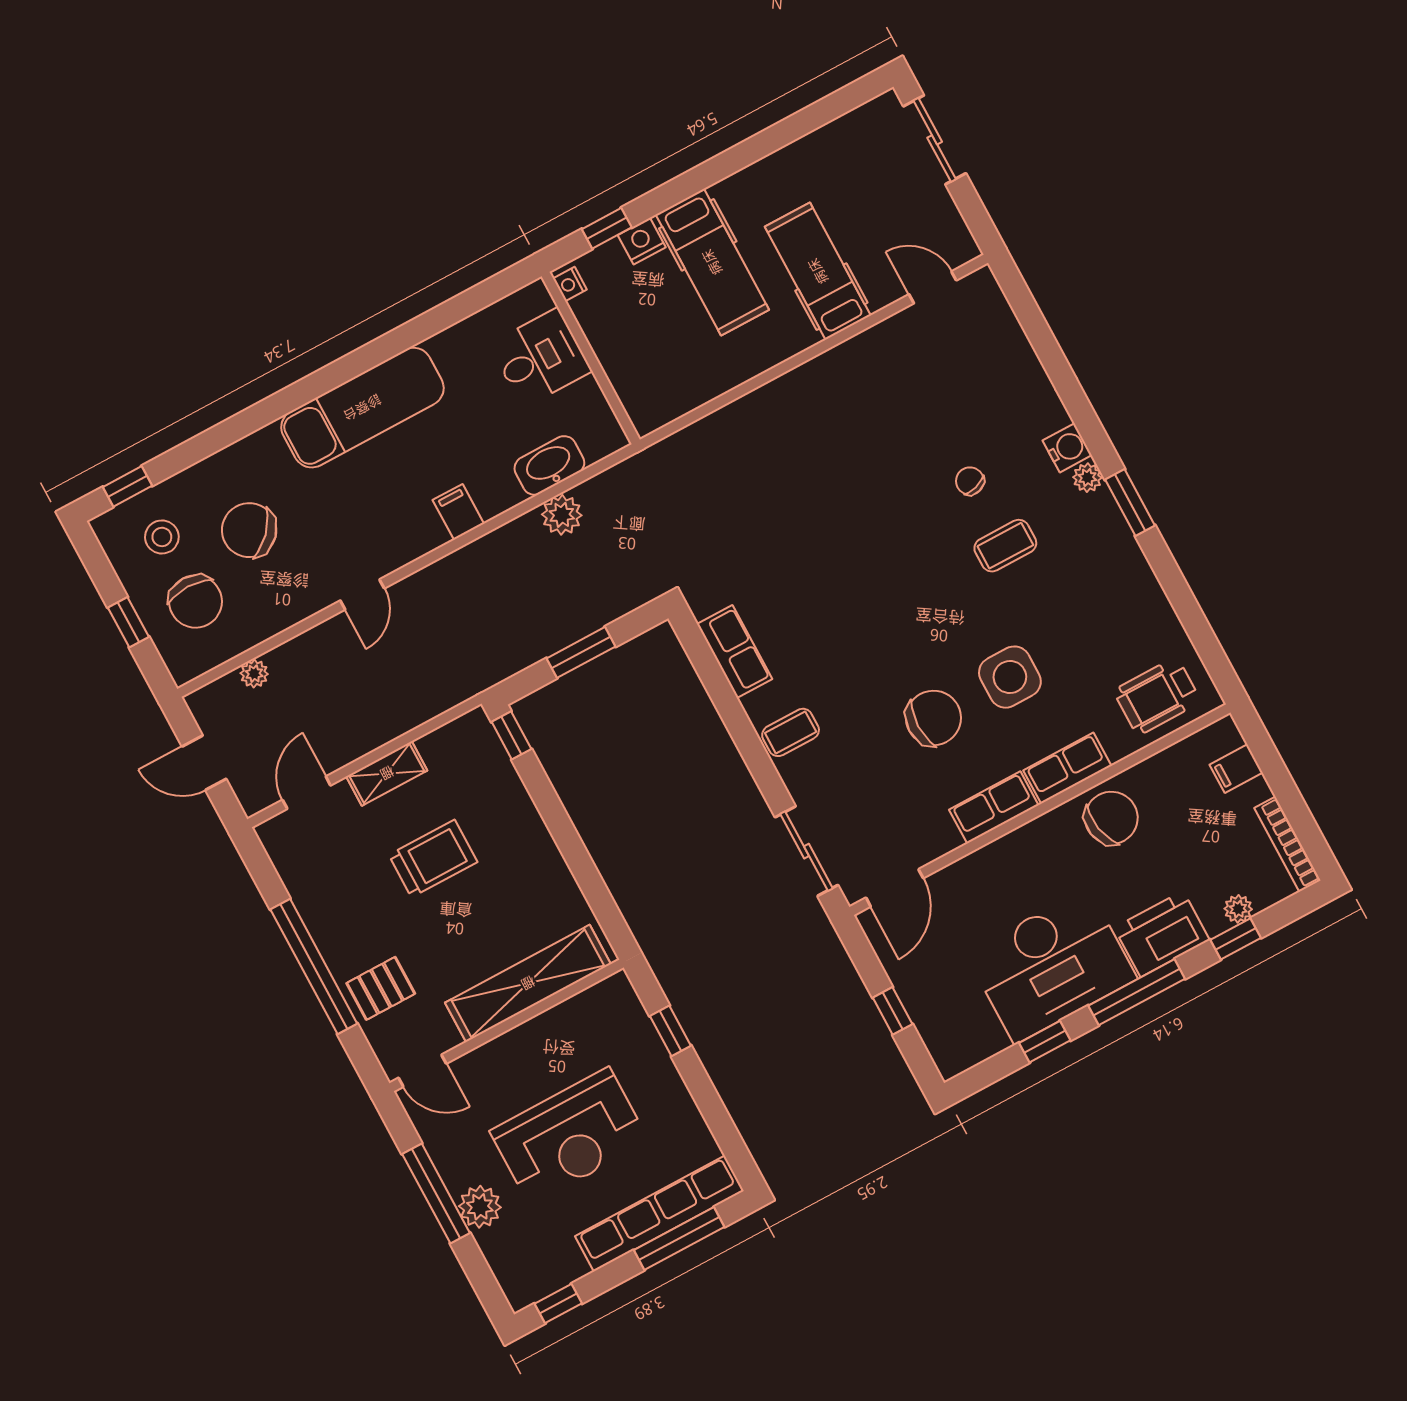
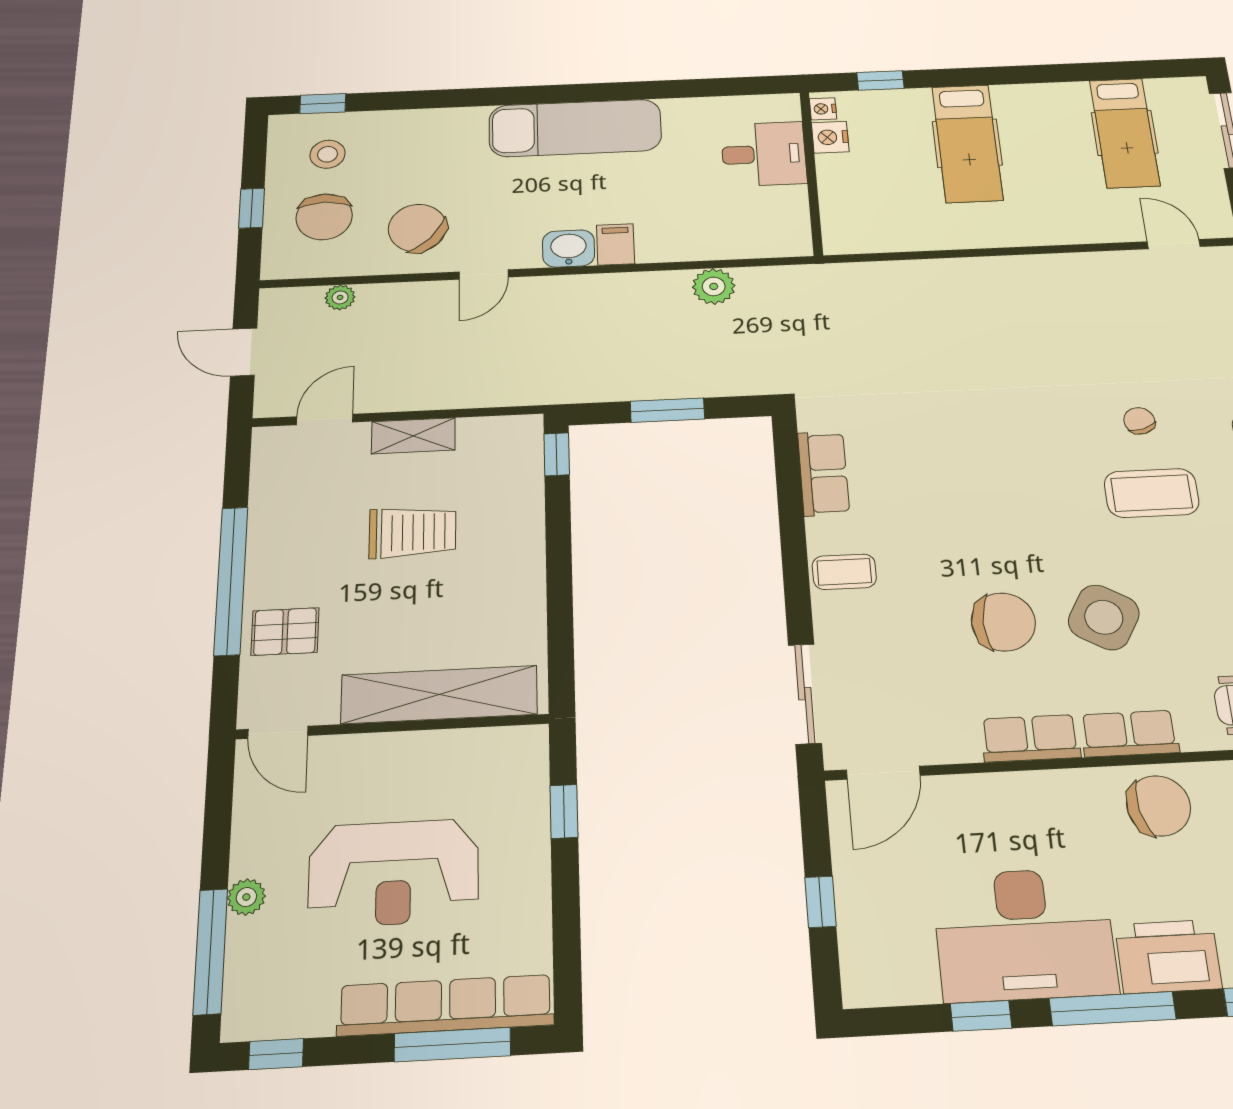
nightstand: (642, 241) -> (830, 137), moved, turned -90
hospital bed: (818, 271) -> (1125, 133), moved, turned 180
washbasin: (549, 465) -> (569, 249), moved, width x0.72
chair: (249, 530) -> (417, 228), moved
coffee table: (1005, 546) -> (1152, 493), width x1.36, depth x1.30
side table: (1010, 677) -> (1104, 617), turned 30
window: (436, 1193) -> (210, 951), moved
plant: (480, 1207) -> (246, 897), width x0.73, depth x0.73

